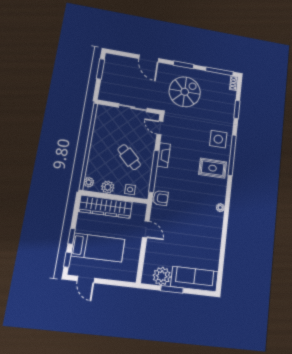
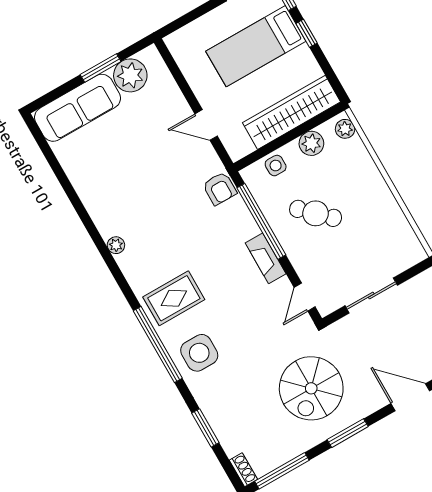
door: (160, 128) -> (305, 297), swing flipped
armchair: (161, 198) -> (220, 188), turned -90

